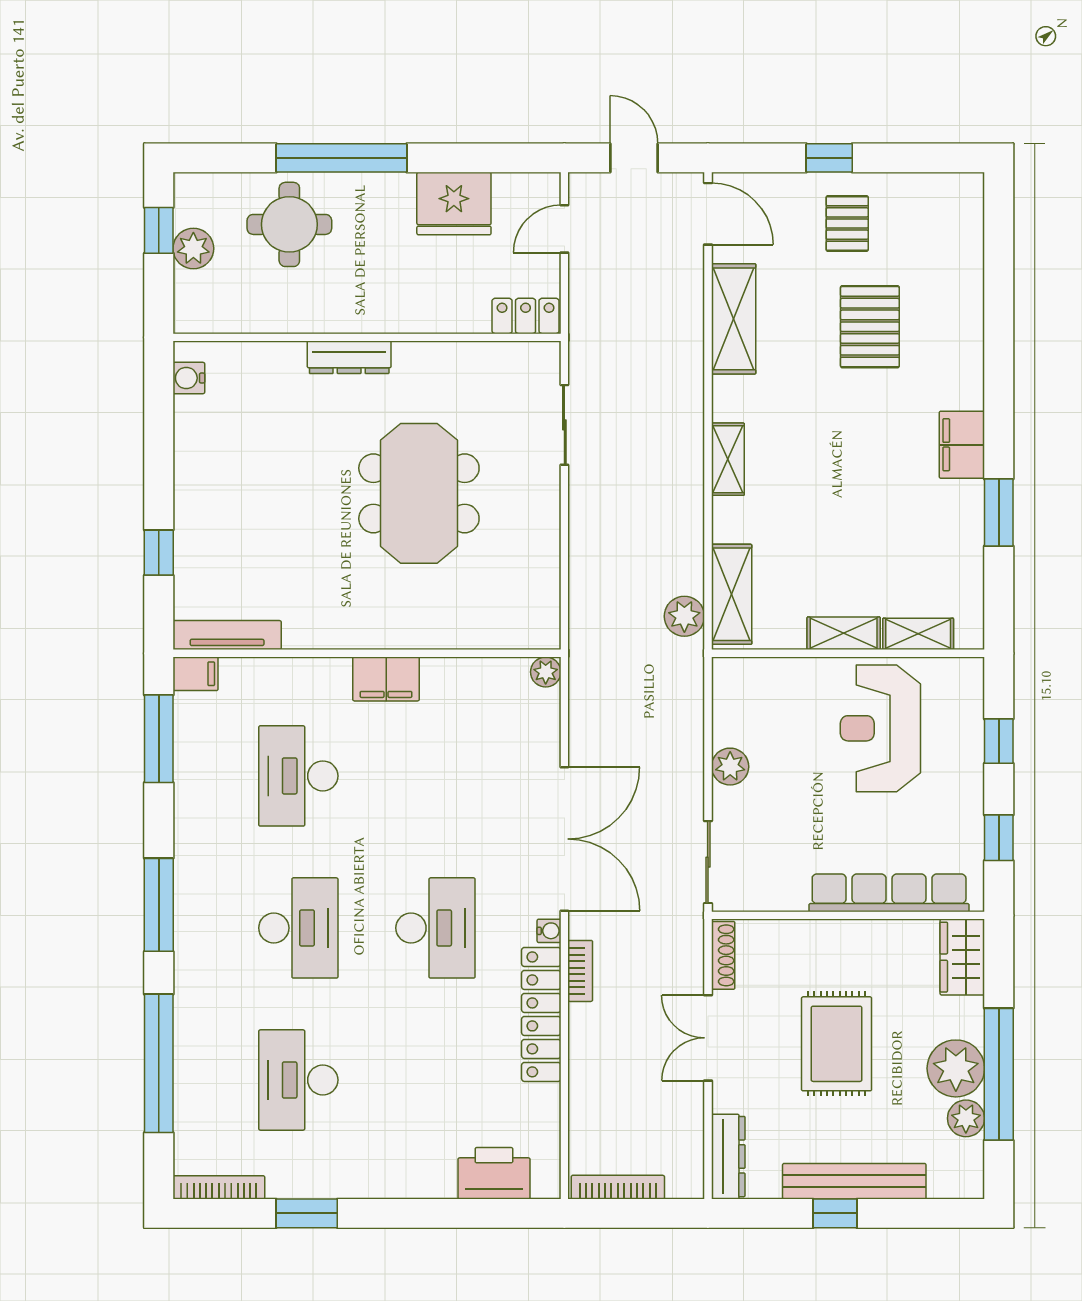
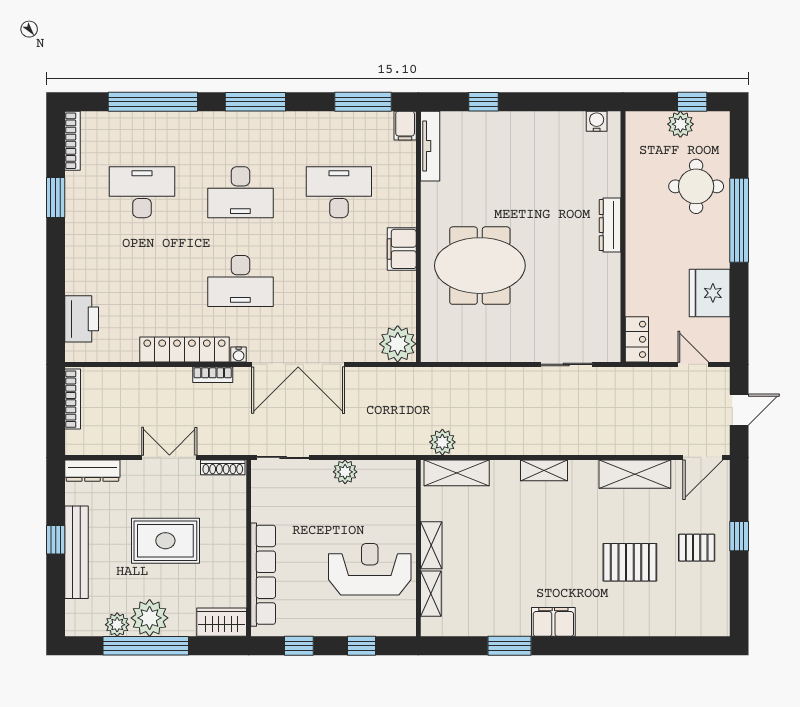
meeting table: (419, 493) -> (480, 266), moved
plant: (546, 672) -> (398, 344), width x1.88, depth x1.88

